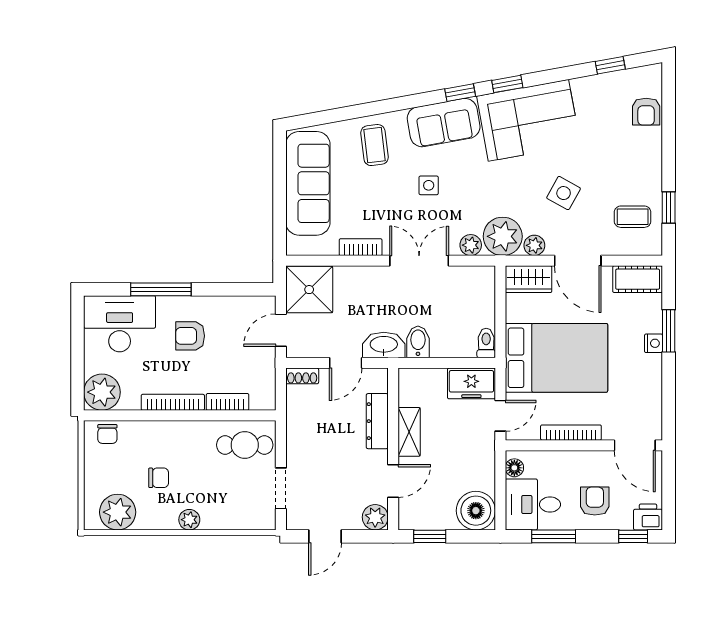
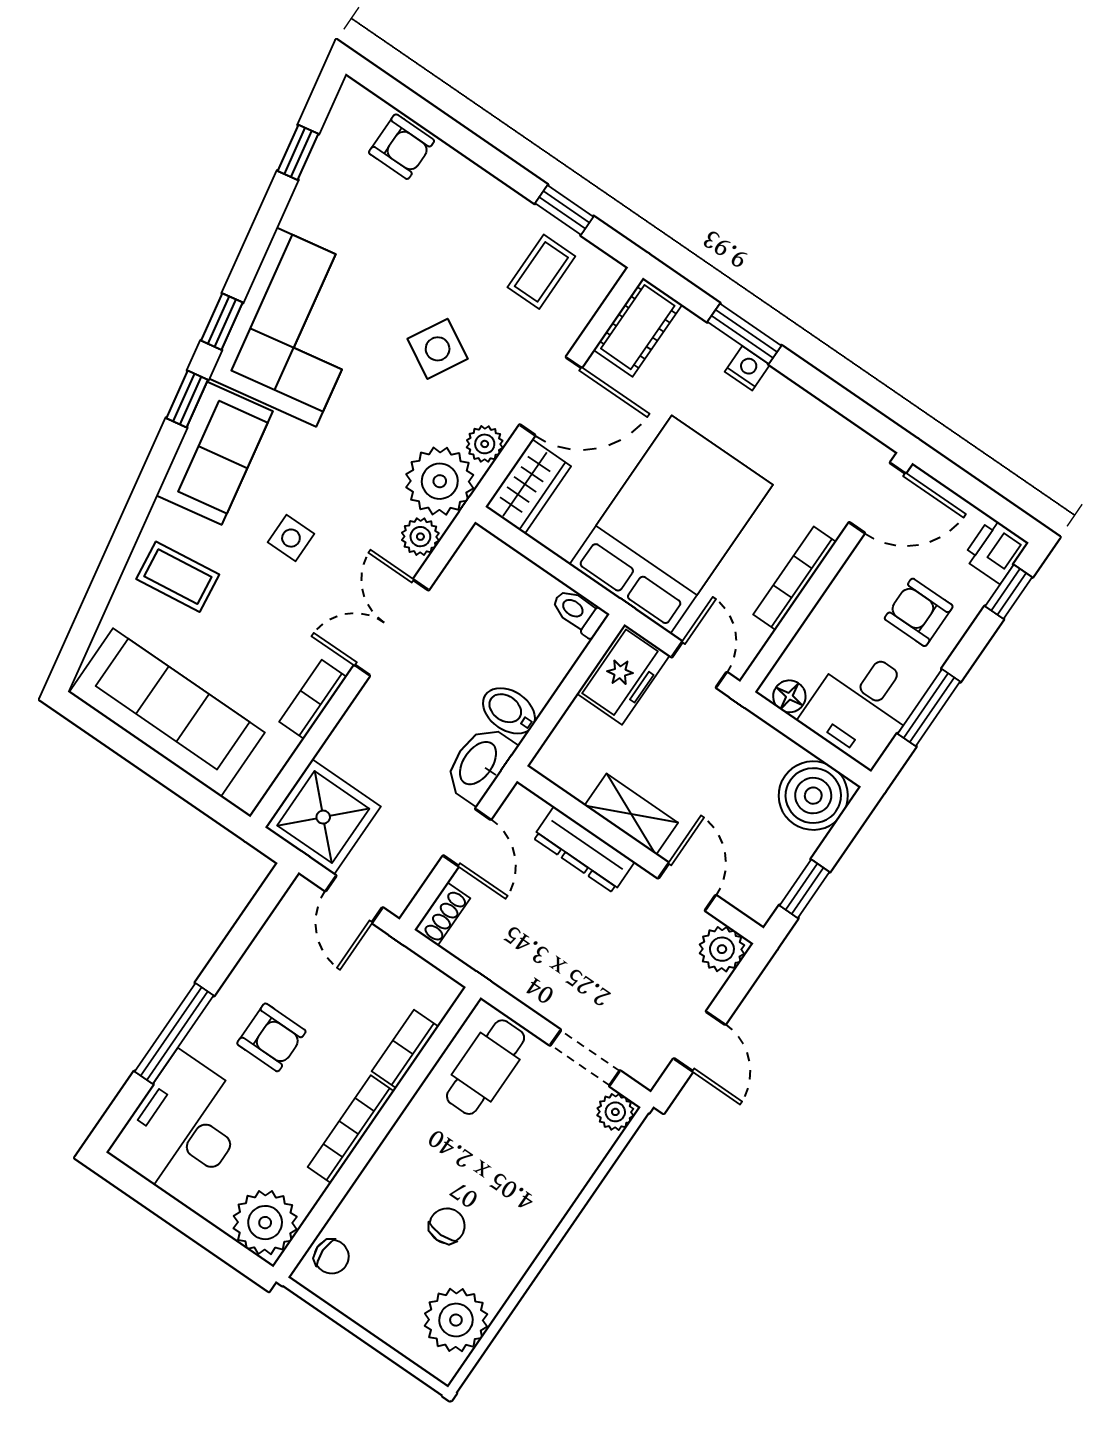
armchair: (190, 336) -> (271, 1037), turned -90
plant: (189, 520) -> (615, 1112), moved

